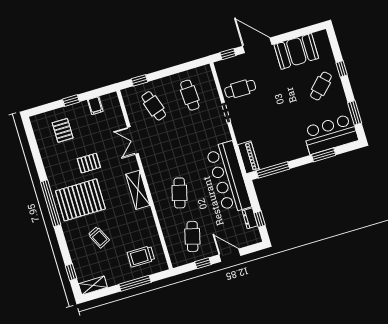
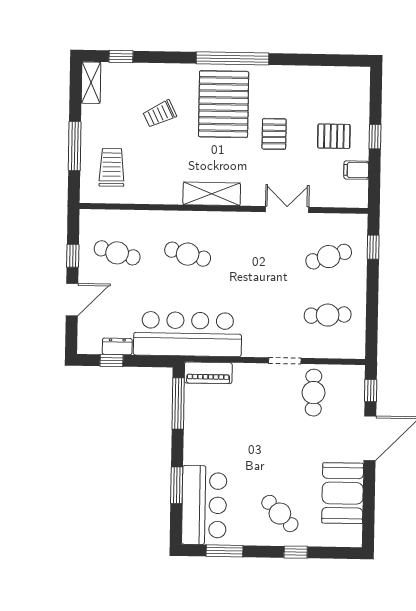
pallet: (63, 130) -> (334, 136), moved

